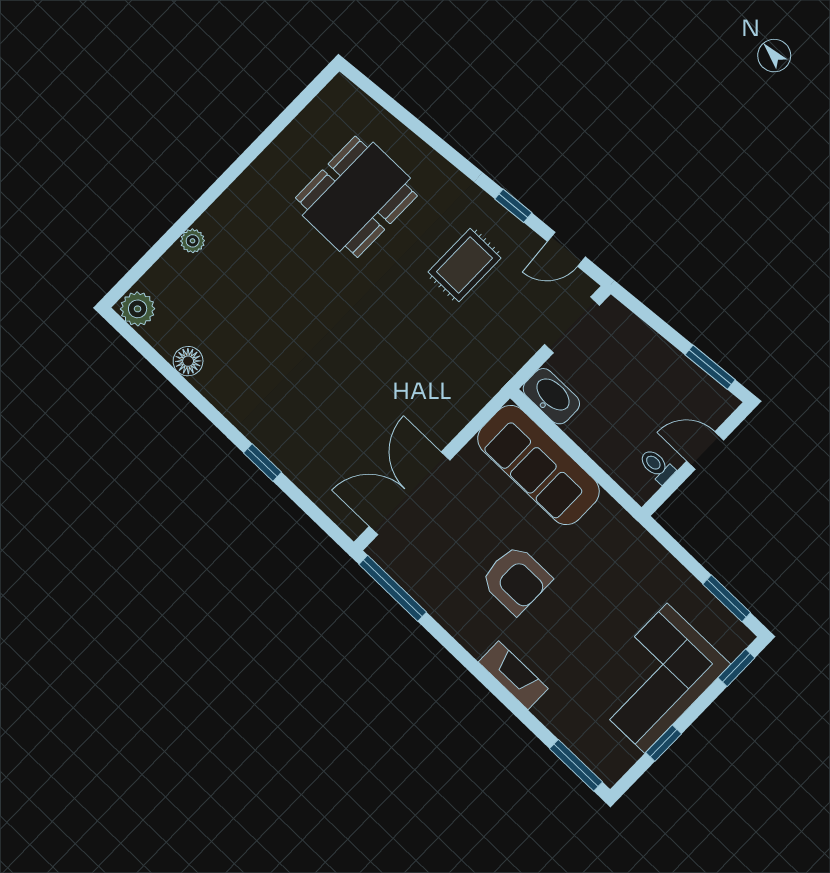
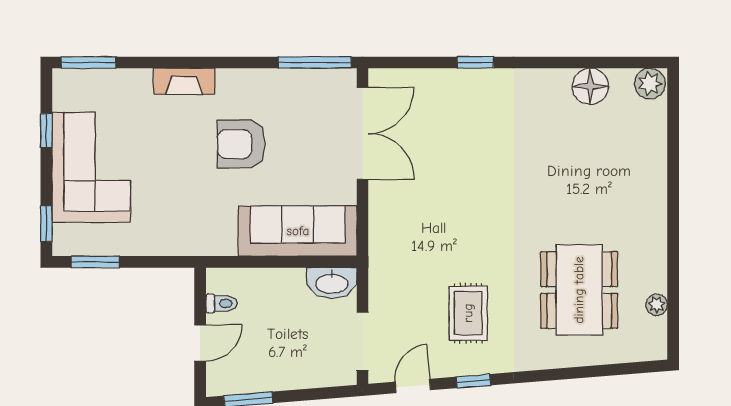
plant: (193, 241) -> (657, 305), moved
floor lamp: (188, 361) -> (590, 86), width x1.38, depth x1.38

